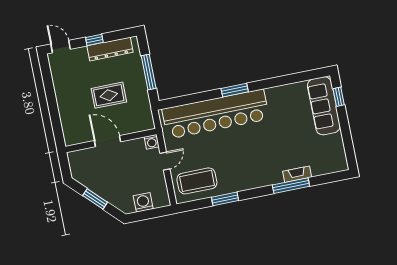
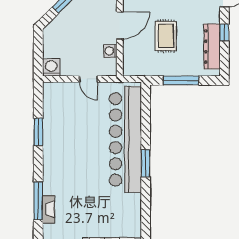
washing machine: (152, 142) -> (110, 51), moved
coffee table: (197, 181) -> (62, 107), removed
washing machine: (143, 202) -> (51, 68), moved, turned -90

